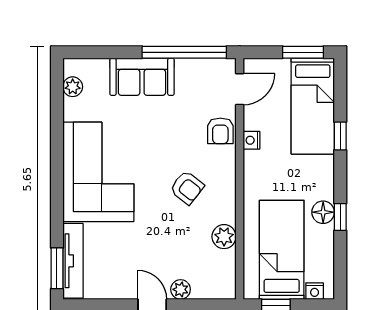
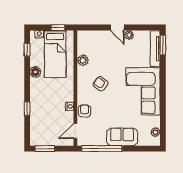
bed: (313, 106) -> (40, 123), removed
window: (340, 217) -> (27, 50), moved
plant: (181, 289) -> (129, 35), moved

